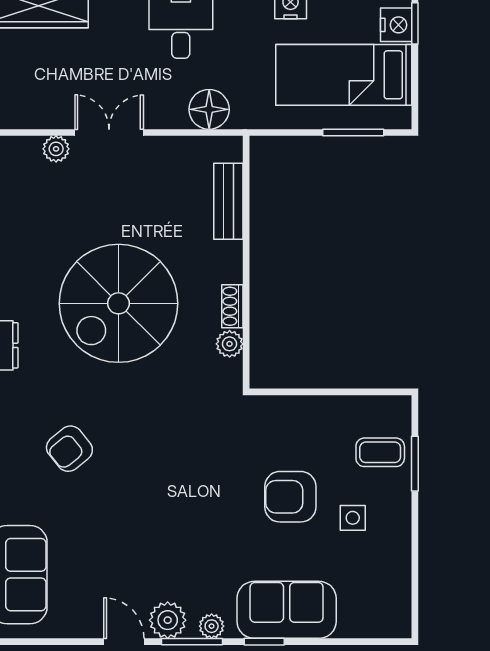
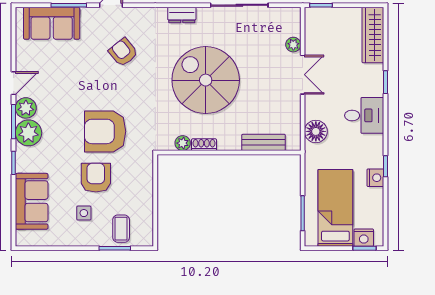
armchair: (209, 480) -> (105, 131), added
sofa: (287, 610) -> (32, 201), moved
plant: (212, 626) -> (28, 133), width x1.87, depth x1.87

